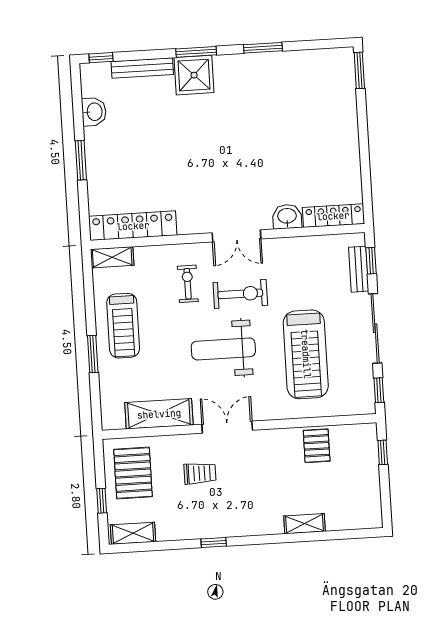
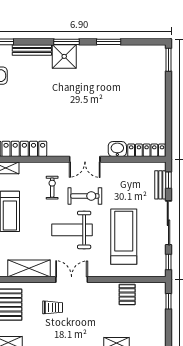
treadmill: (306, 354) -> (124, 237), turned 180

